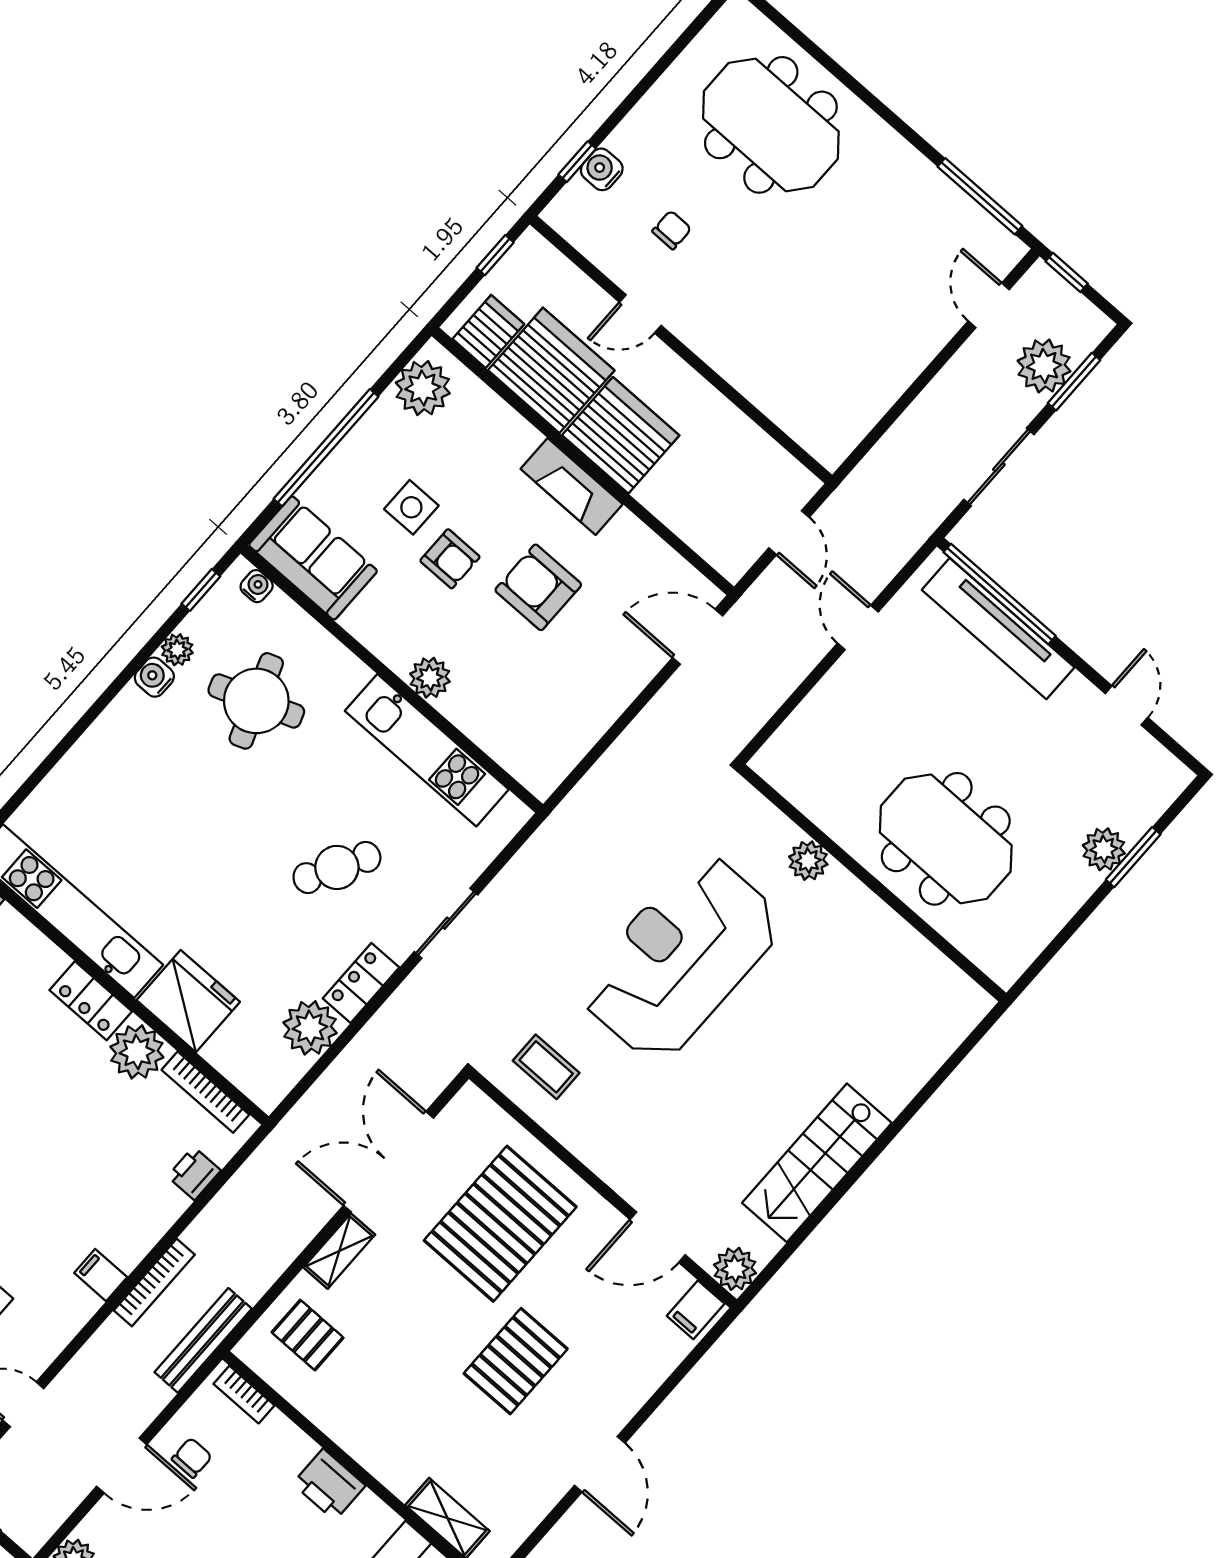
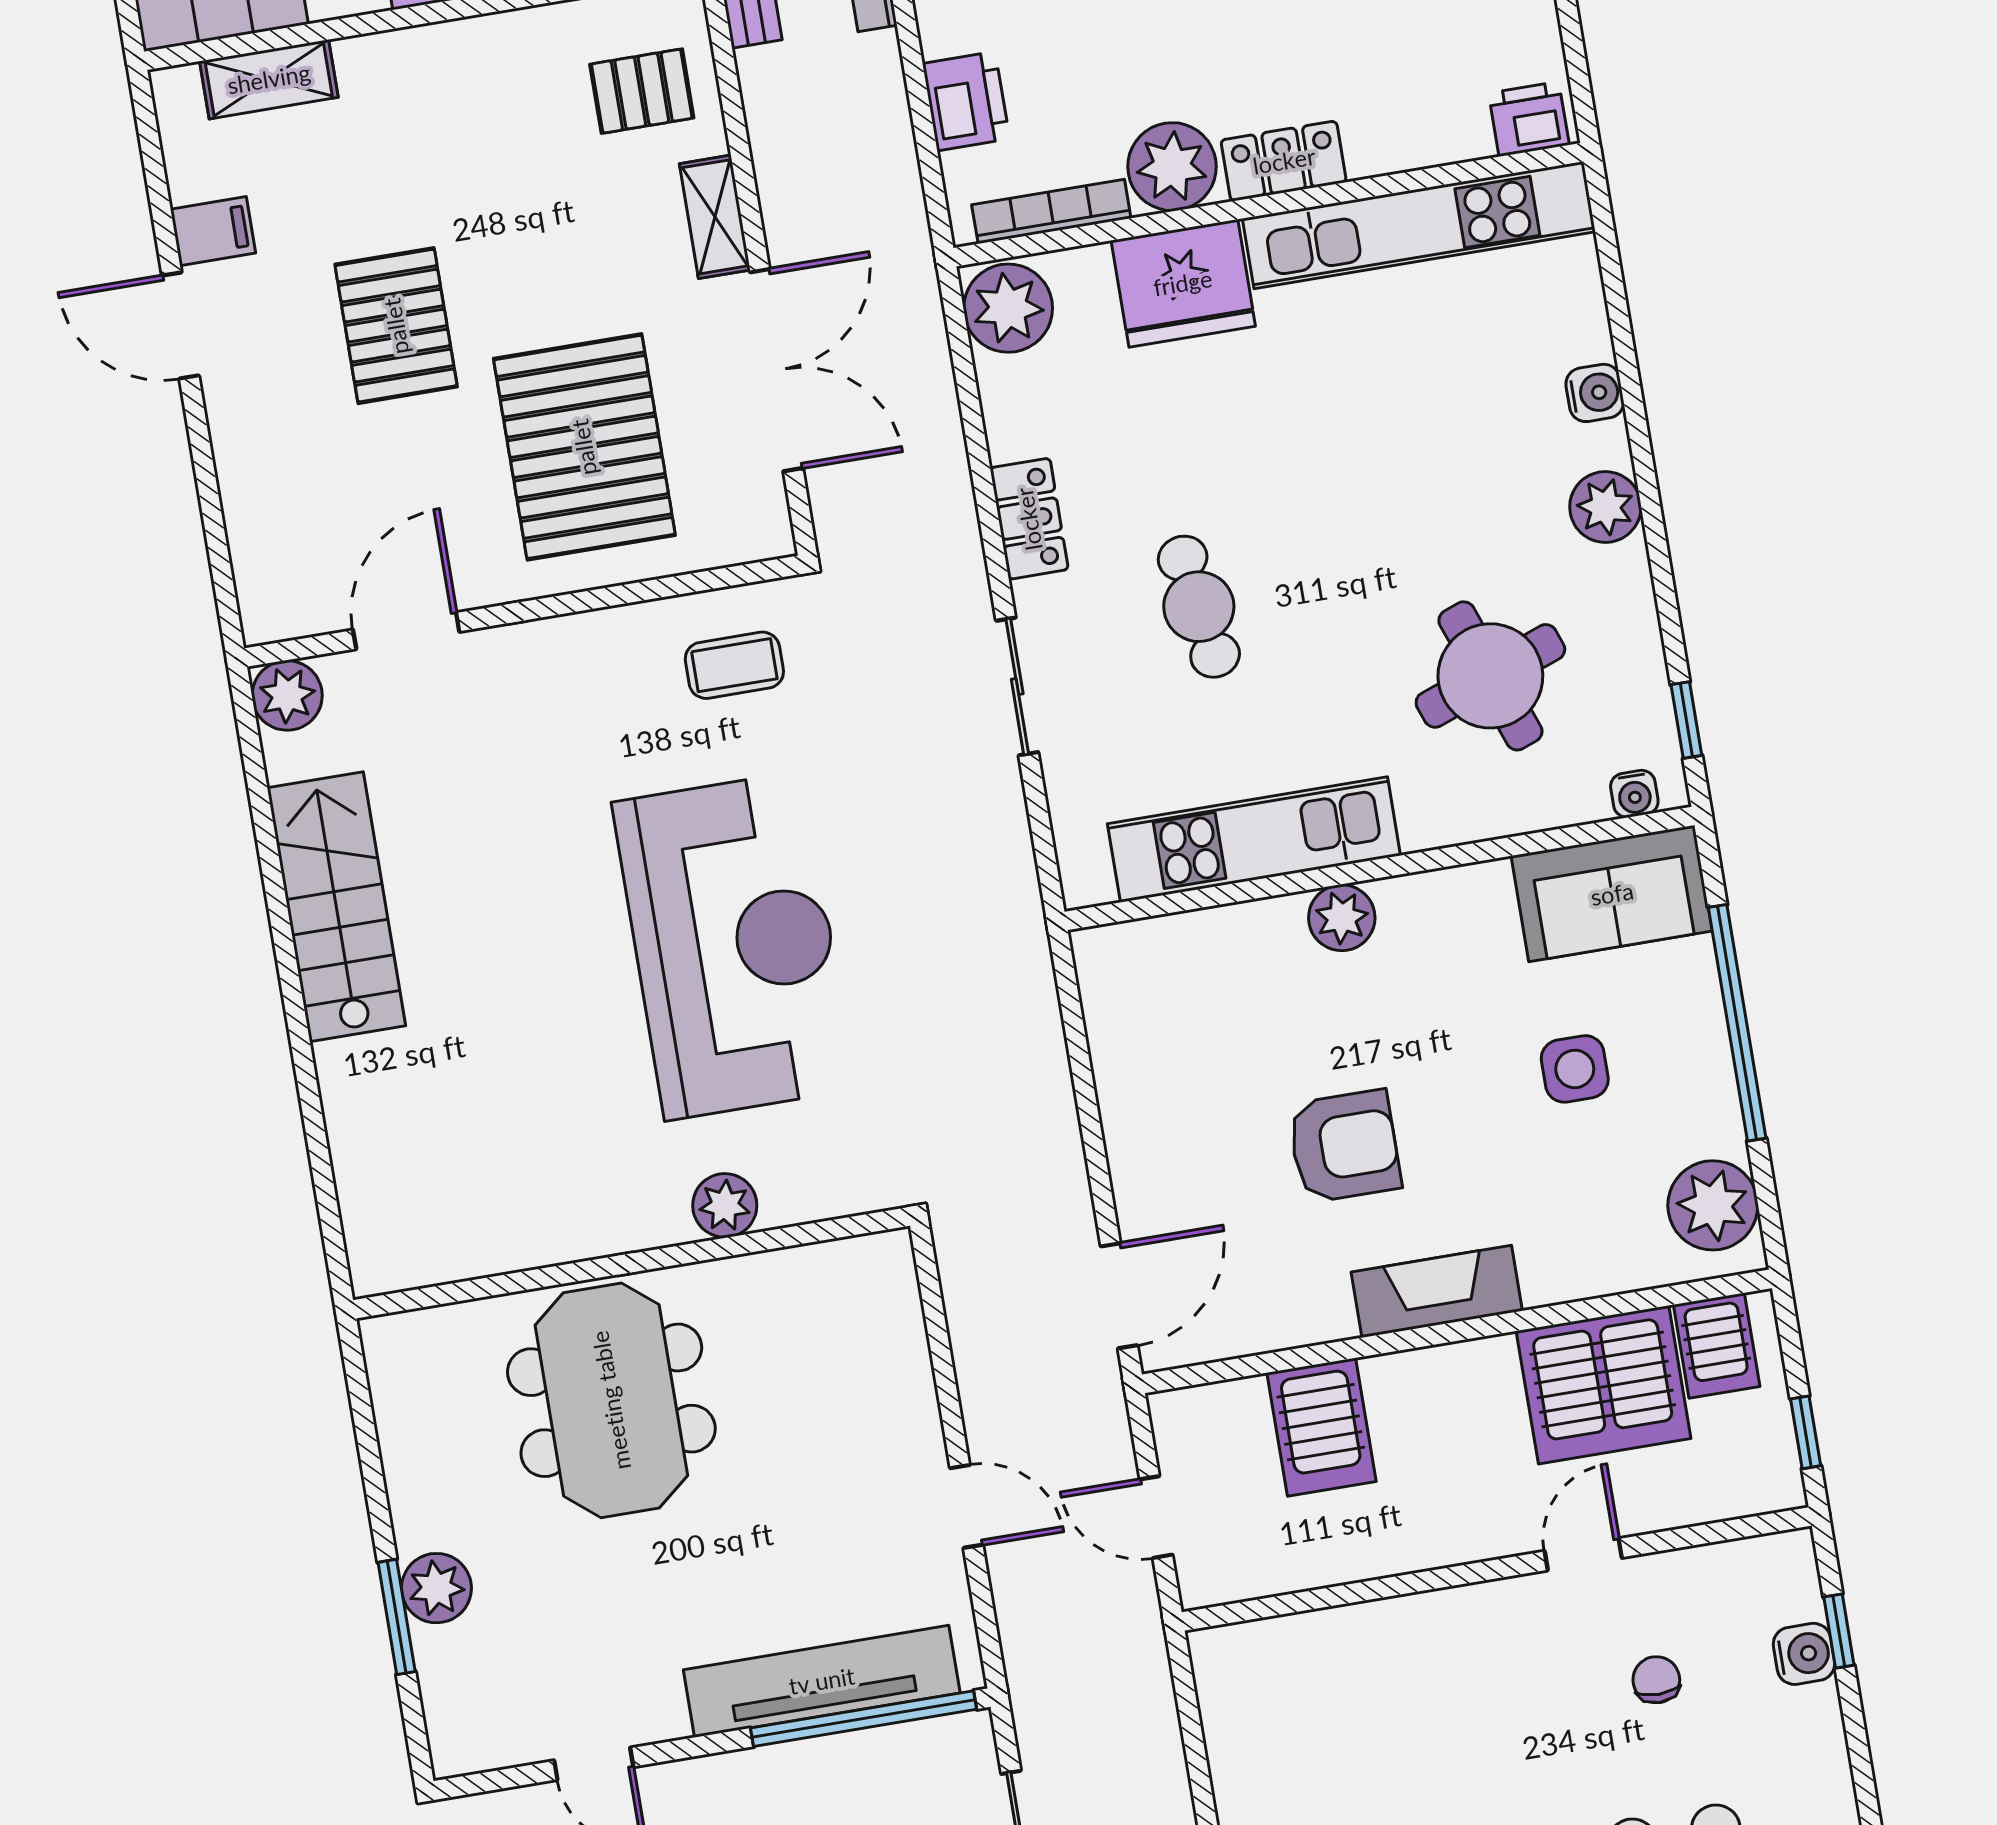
chair: (672, 230) -> (1656, 1680), turned 180
server rack: (621, 435) -> (1322, 1427), moved, width x0.63
armchair: (450, 559) -> (1471, 1065), removed
plant: (177, 650) -> (1605, 507), moved, width x1.38, depth x1.38
water cooler: (154, 677) -> (1595, 393), moved
meeting table: (946, 839) -> (611, 1400), turned 90
cafe table: (337, 867) -> (1199, 607), turned -38
plant: (310, 1028) -> (1008, 308), moved
printer: (194, 1173) -> (966, 101), width x1.36, depth x1.24
filing cabinet: (696, 1310) -> (213, 231), moved, turned 90

